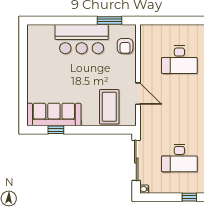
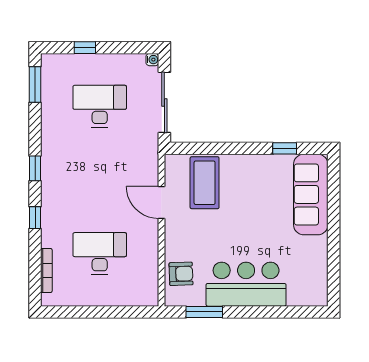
armchair: (125, 46) -> (181, 274), turned 88
sofa: (54, 114) -> (311, 194), moved, turned 90

